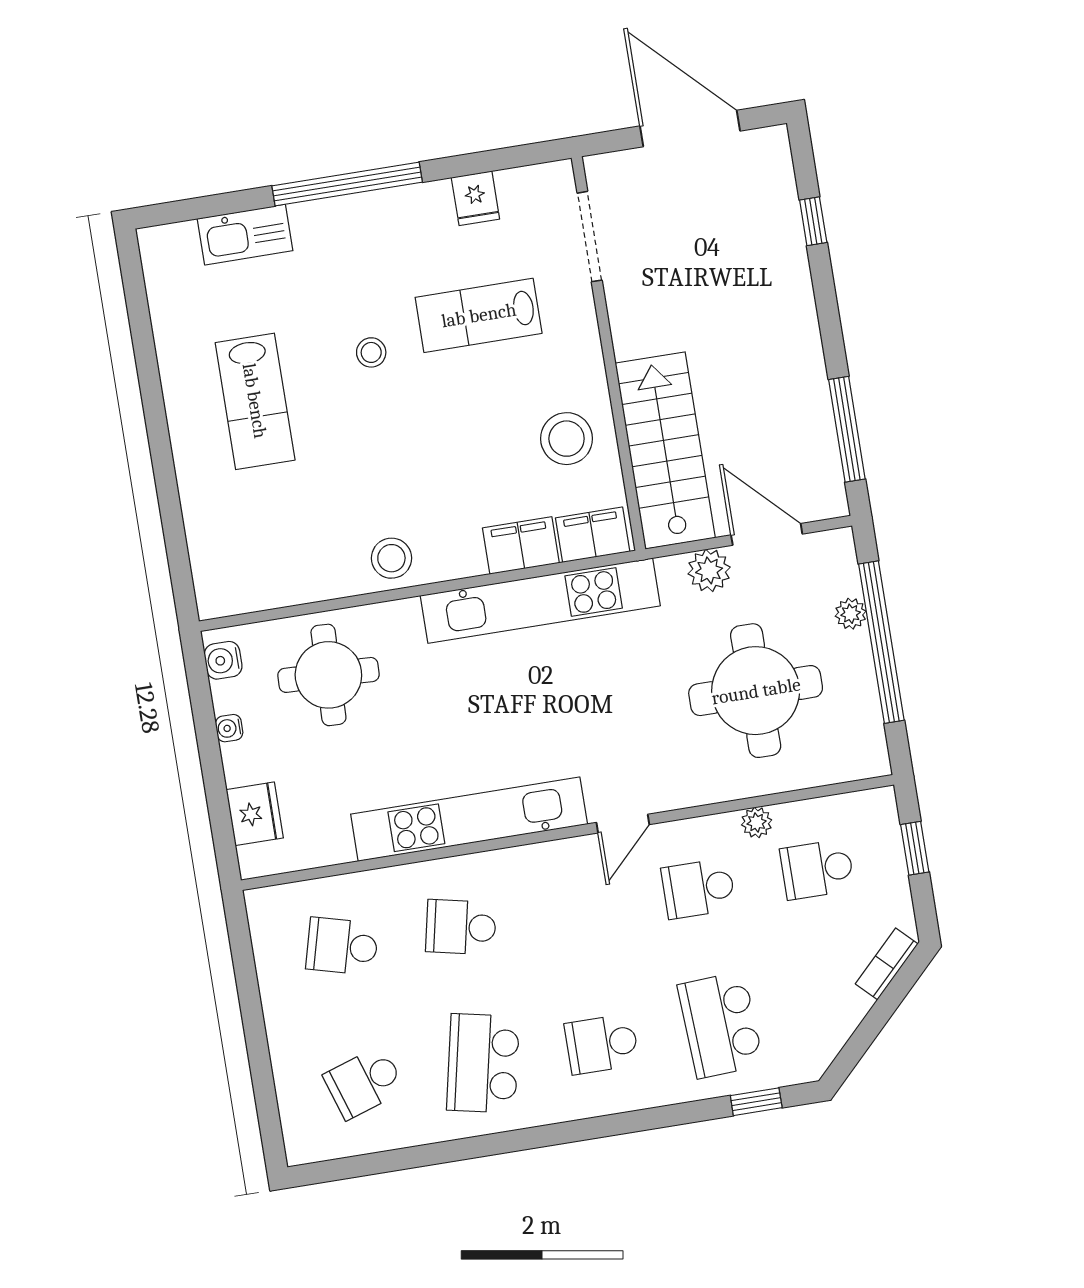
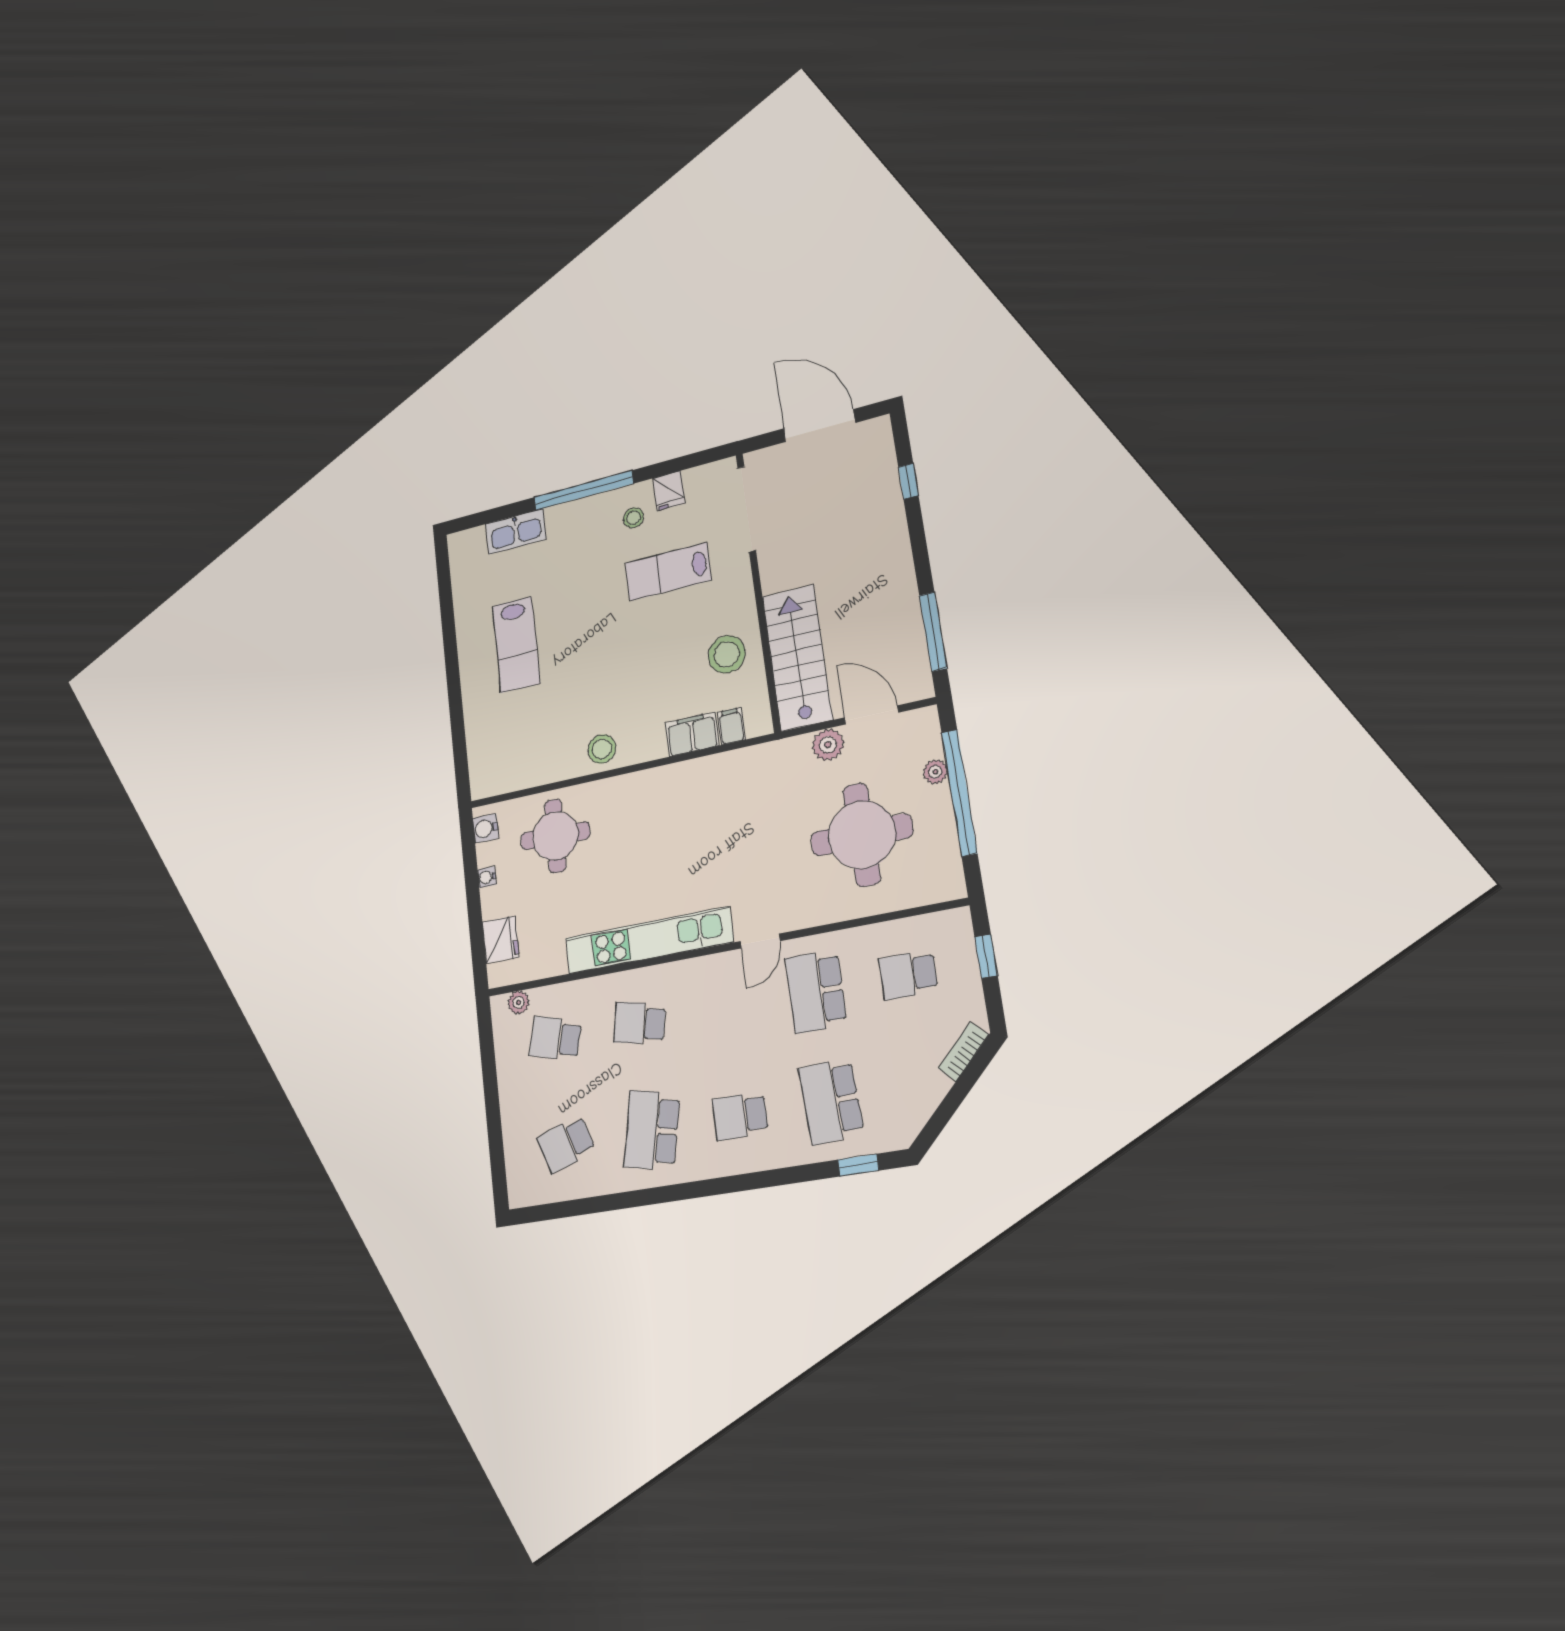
doorway: (590, 237) -> (747, 509), width x1.36
stool: (371, 352) -> (633, 518), moved
filing cabinet: (593, 535) -> (731, 726), width x0.50
kitchen unit: (540, 601) -> (705, 774), removed
plant: (757, 822) -> (519, 1003), moved
school desk: (698, 889) -> (816, 991), width x1.85

